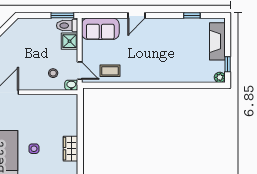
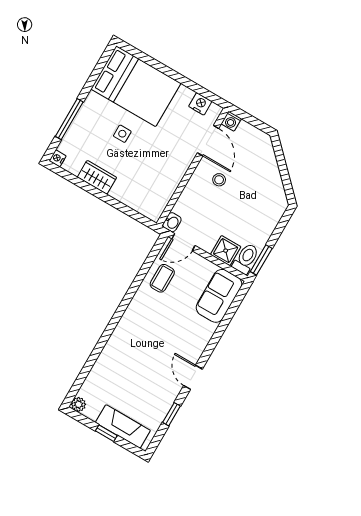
door: (136, 15) -> (193, 377), moved
window: (228, 64) -> (106, 433), moved
stool: (53, 73) -> (219, 180), moved

